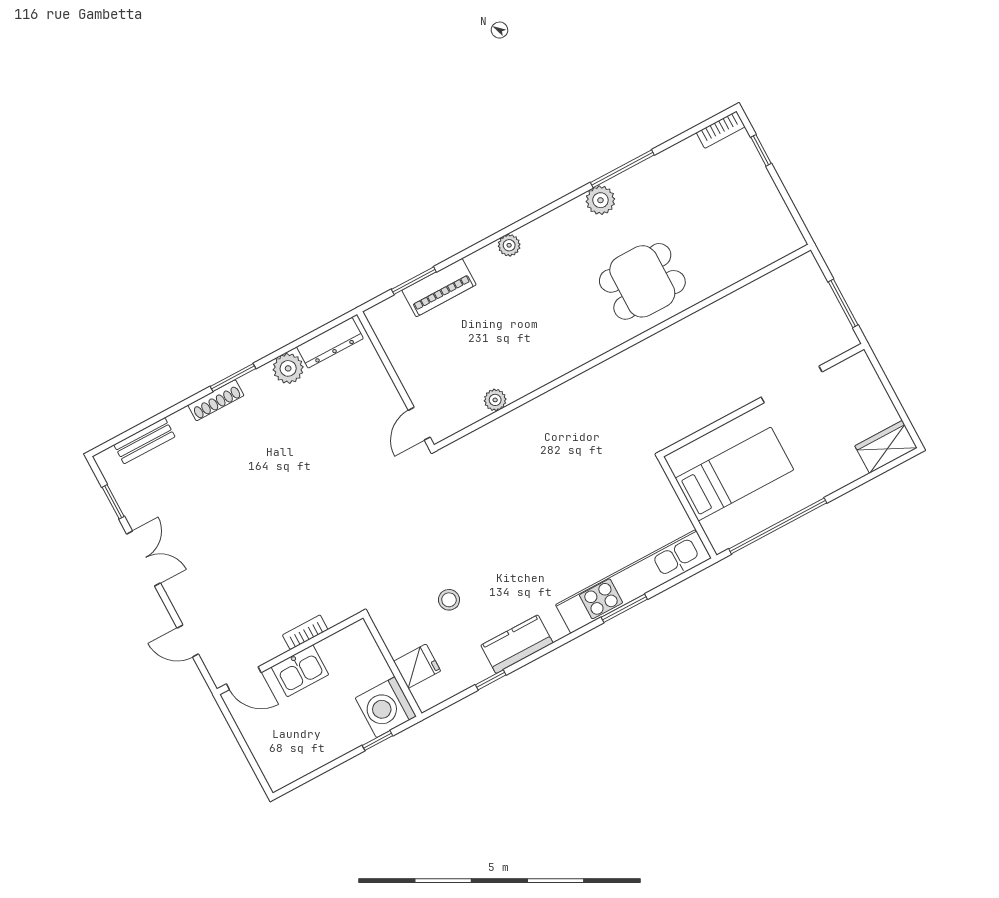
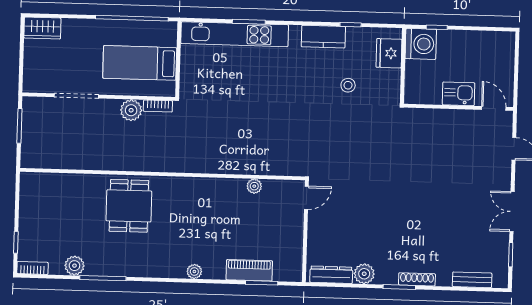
plant: (600, 200) -> (74, 266), moved
dining table: (642, 281) -> (129, 206), turned 90
plant: (710, 407) -> (131, 110), added
bookcase: (305, 632) -> (158, 106), moved
fridge: (417, 666) -> (389, 53), width x1.38

